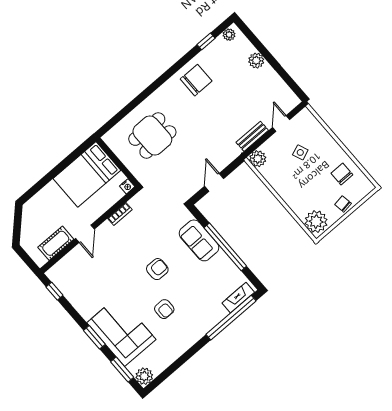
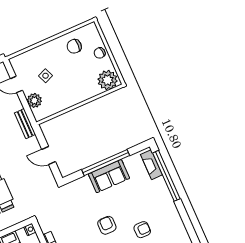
bench: (252, 136) -> (25, 124), moved
plant: (258, 159) -> (34, 100), moved
sofa: (199, 240) -> (109, 176), moved

